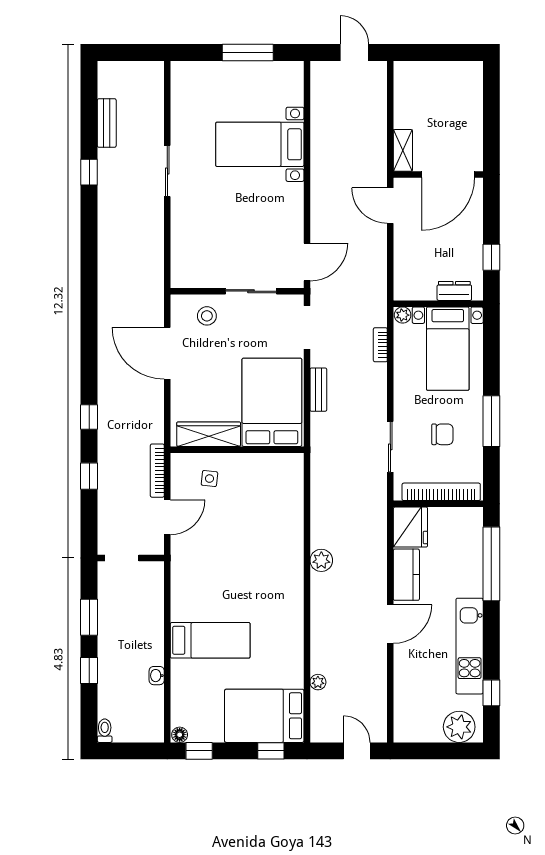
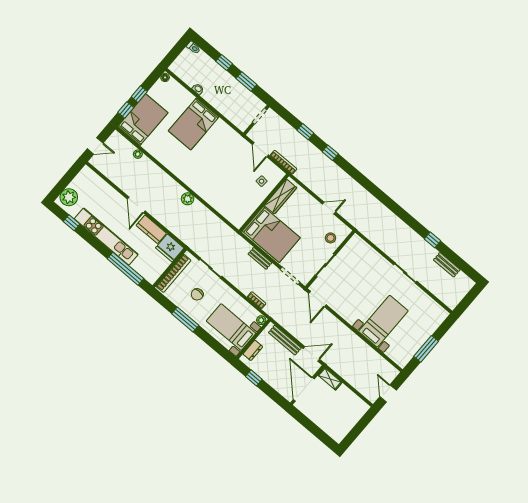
door: (354, 53) -> (388, 393), swing flipped
bench: (402, 259) -> (285, 340), added
door: (167, 353) -> (329, 208), width x0.53
bed: (210, 640) -> (194, 124), width x1.50
kitchen unit: (470, 646) -> (106, 237), width x1.36
window: (199, 751) -> (139, 94), moved

